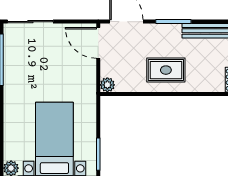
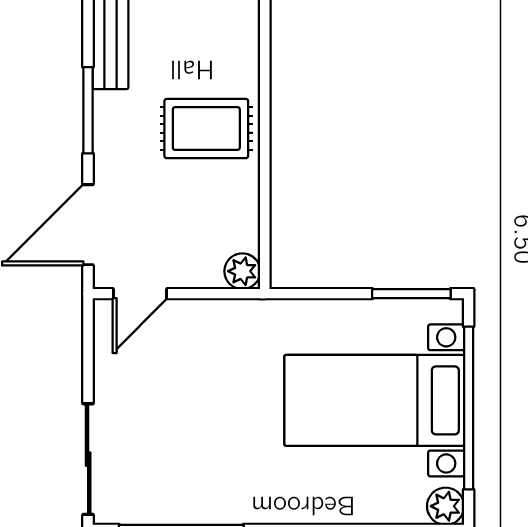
door: (98, 43) -> (140, 294), width x0.73
rug: (166, 70) -> (206, 129), turned 90

